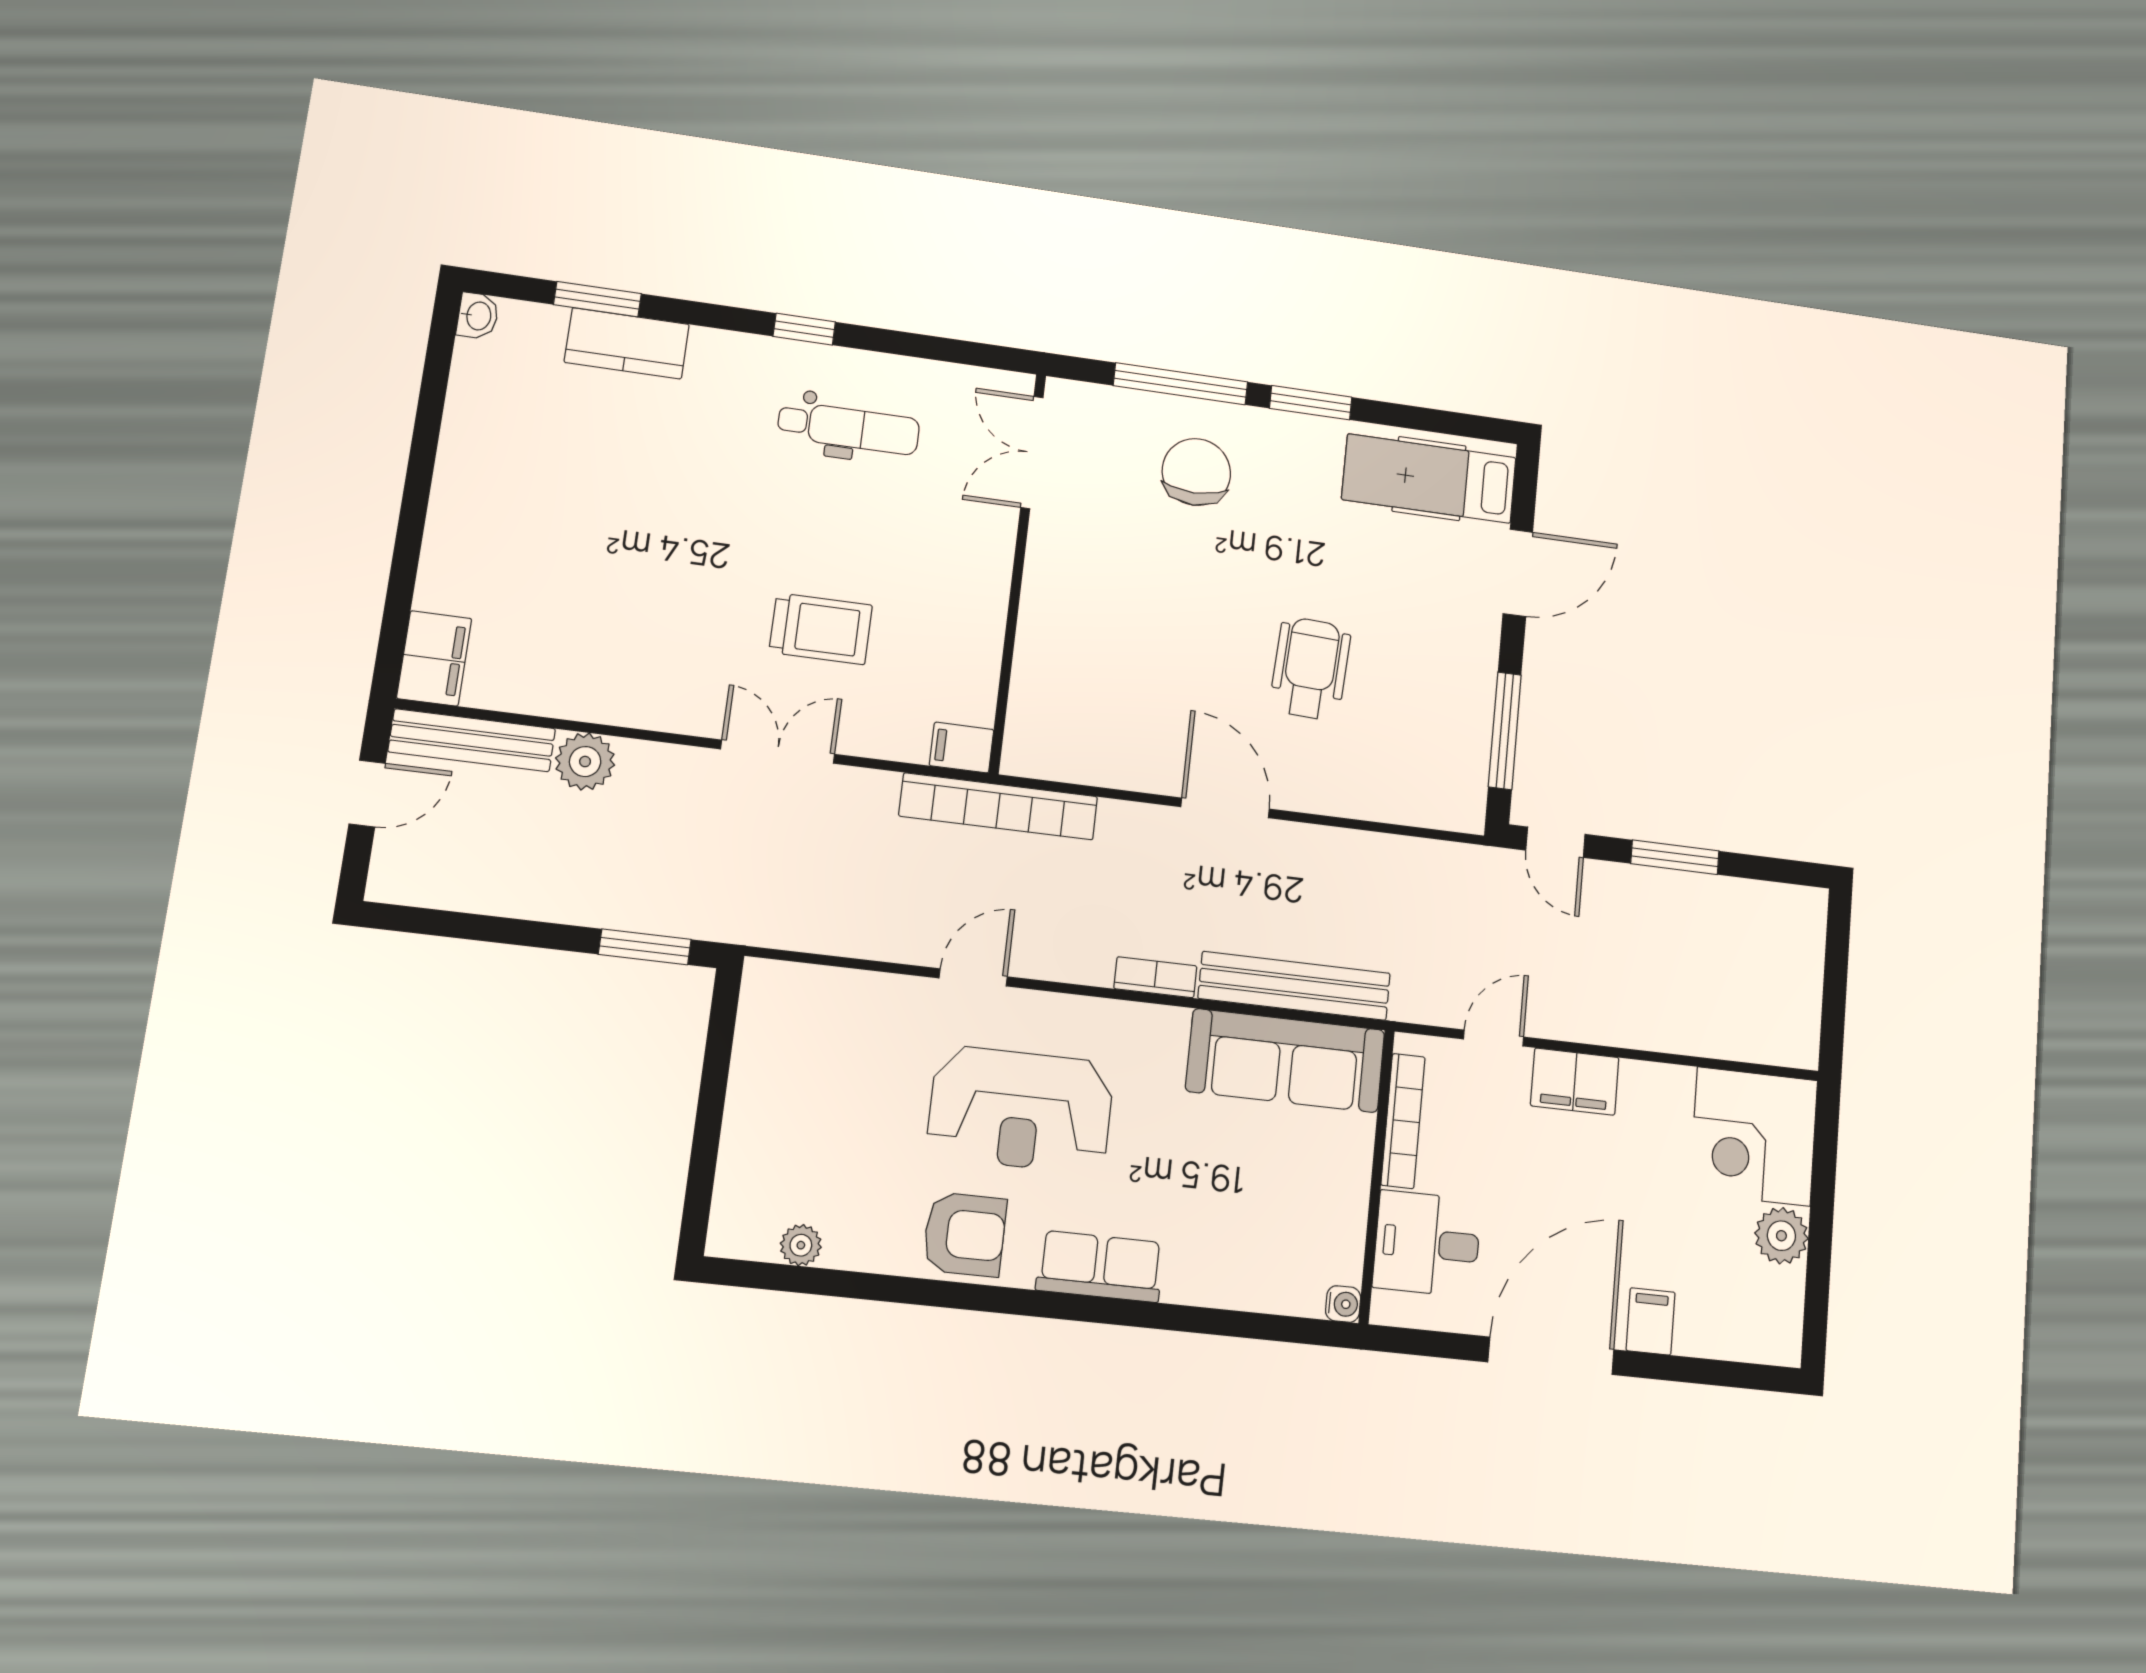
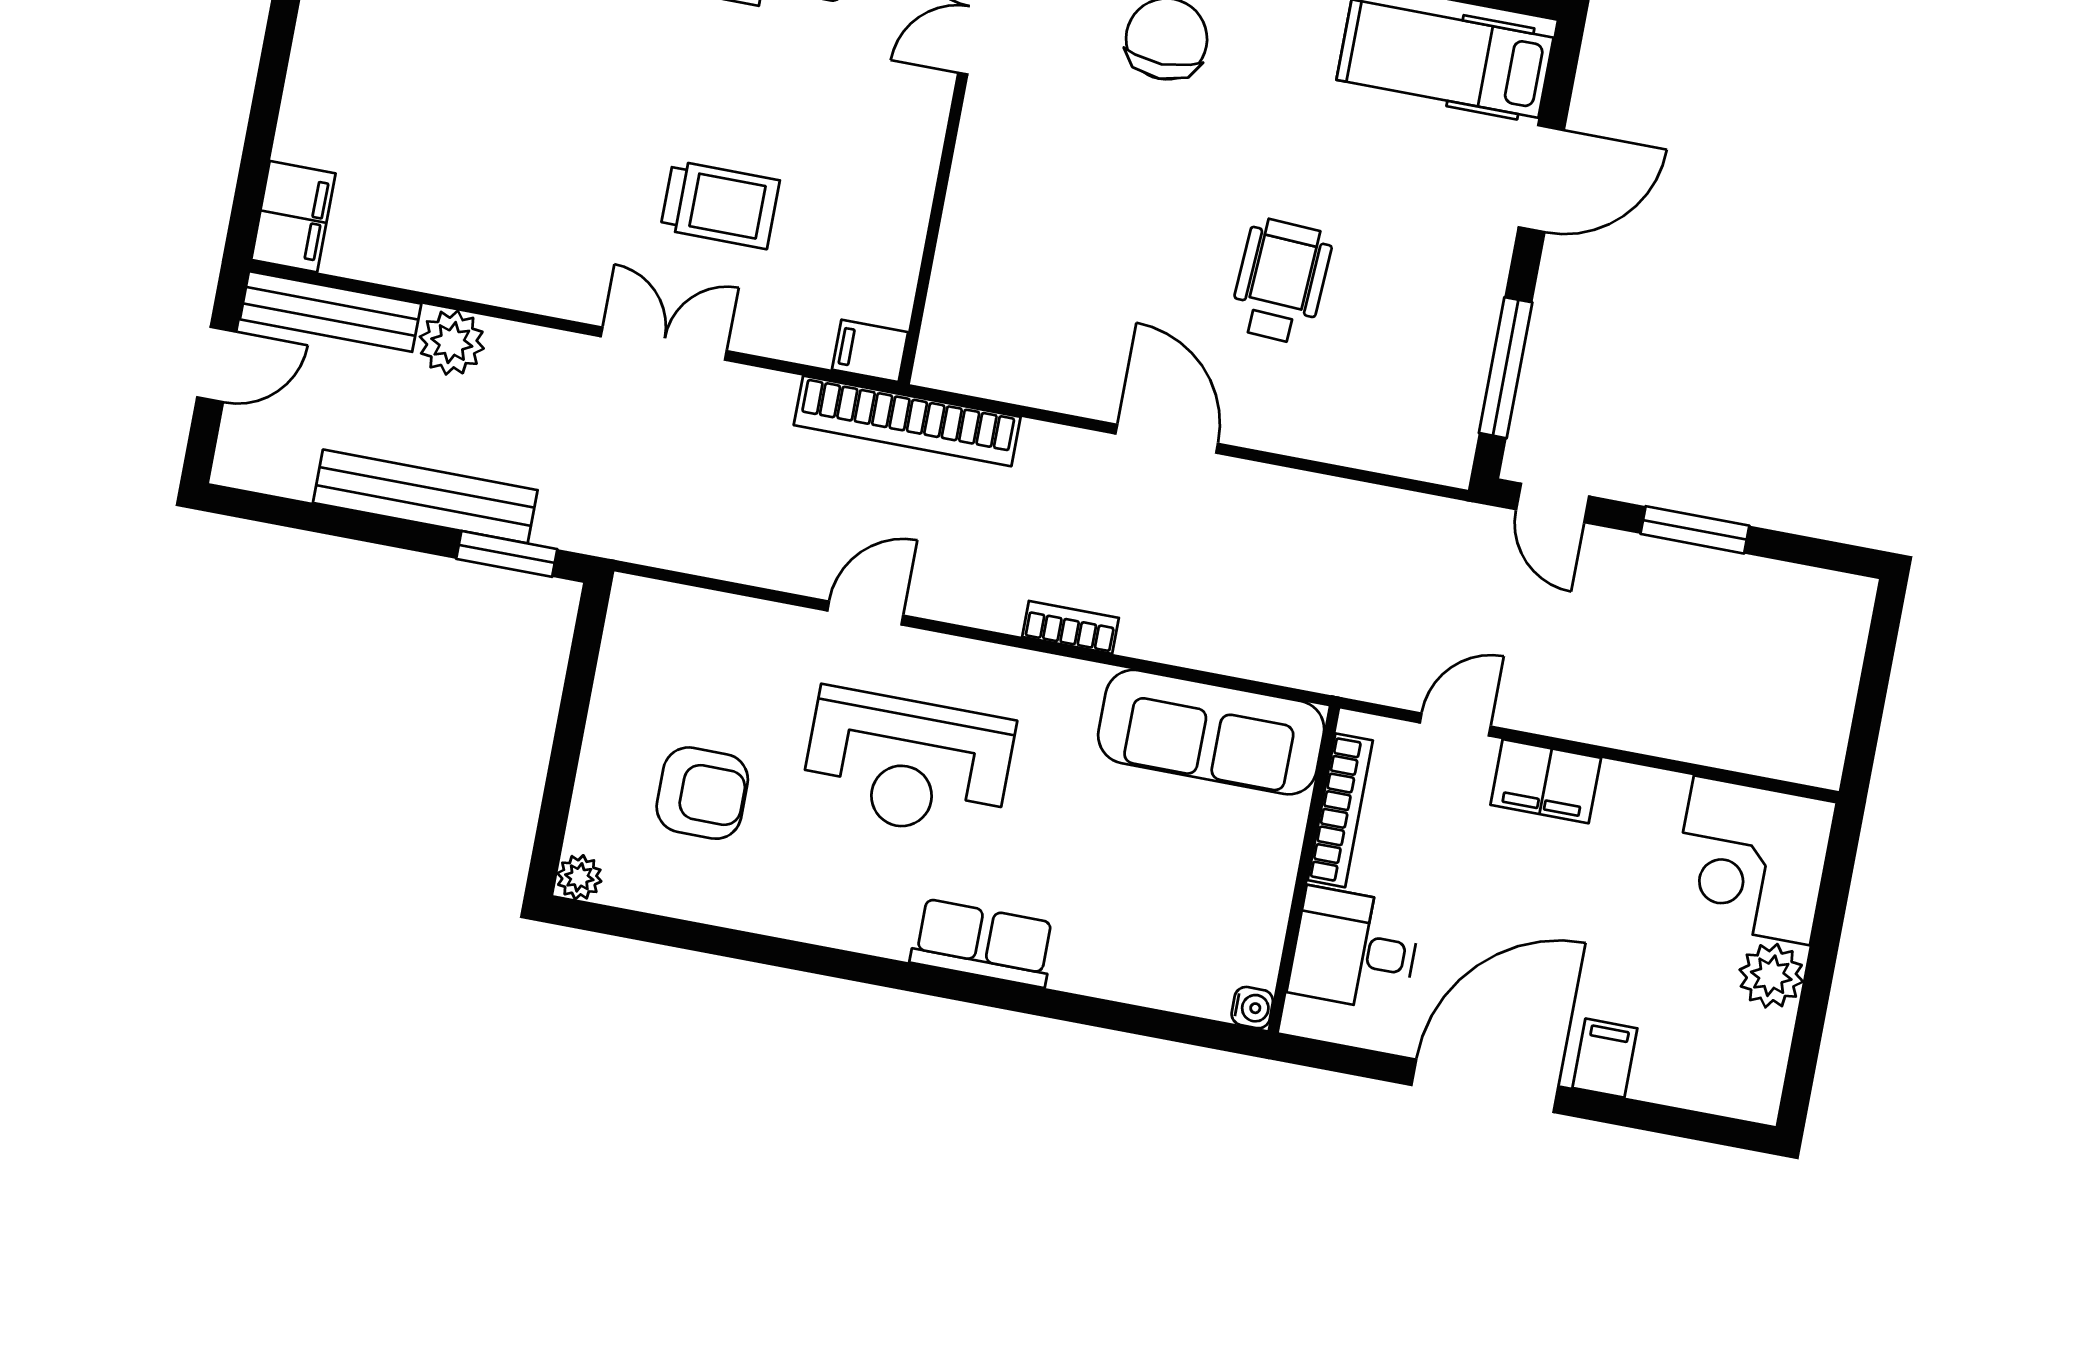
bench: (1294, 986) -> (425, 496), moved
armchair: (965, 1234) -> (702, 793), moved
plant: (801, 1245) -> (579, 877), moved

